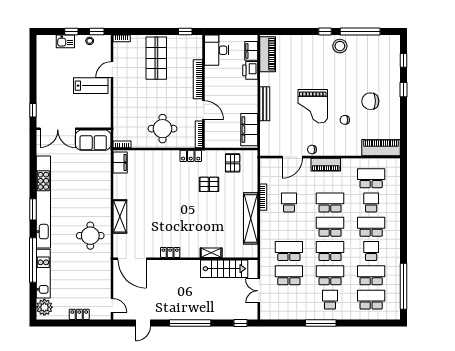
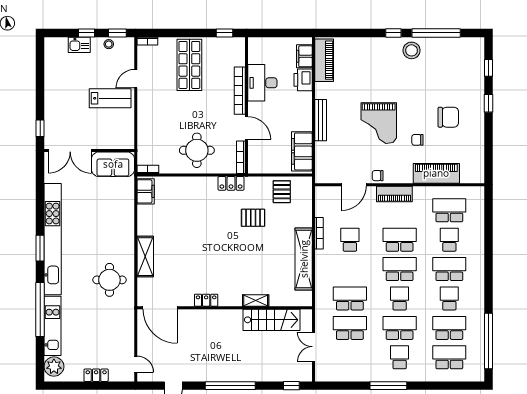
desk: (217, 50) -> (262, 83), moved
chair: (370, 101) -> (448, 117), turned 180
piano: (381, 148) -> (436, 173), moved
school desk: (330, 251) -> (400, 298), width x0.54

